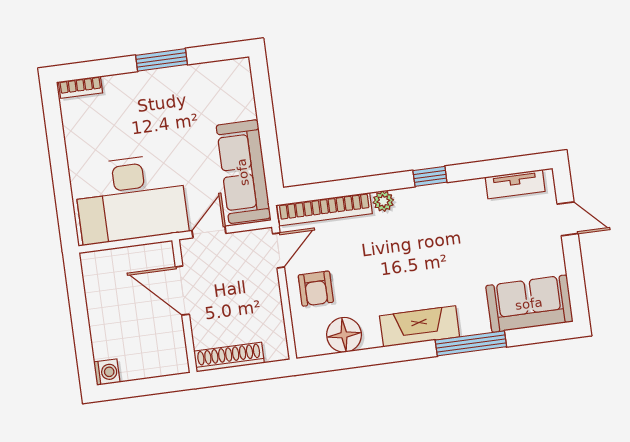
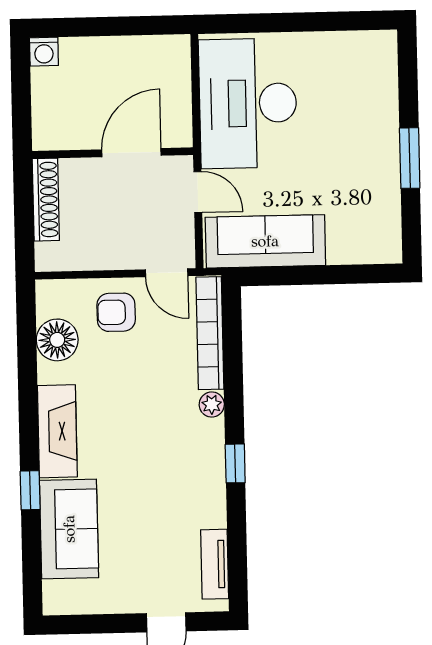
bookcase: (81, 87) -> (388, 58), removed
sofa: (529, 304) -> (69, 529), moved
window: (471, 343) -> (30, 490), width x0.46

